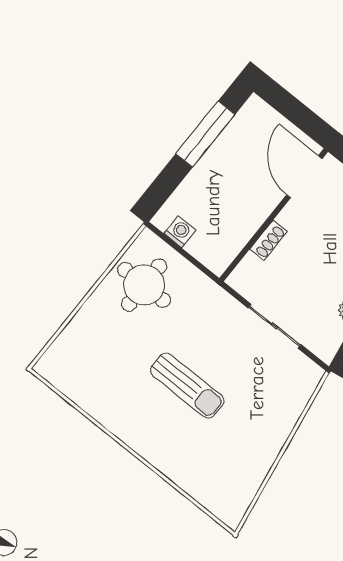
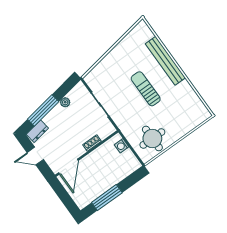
washing machine: (180, 232) -> (122, 146), moved
bench: (162, 456) -> (165, 61), added

